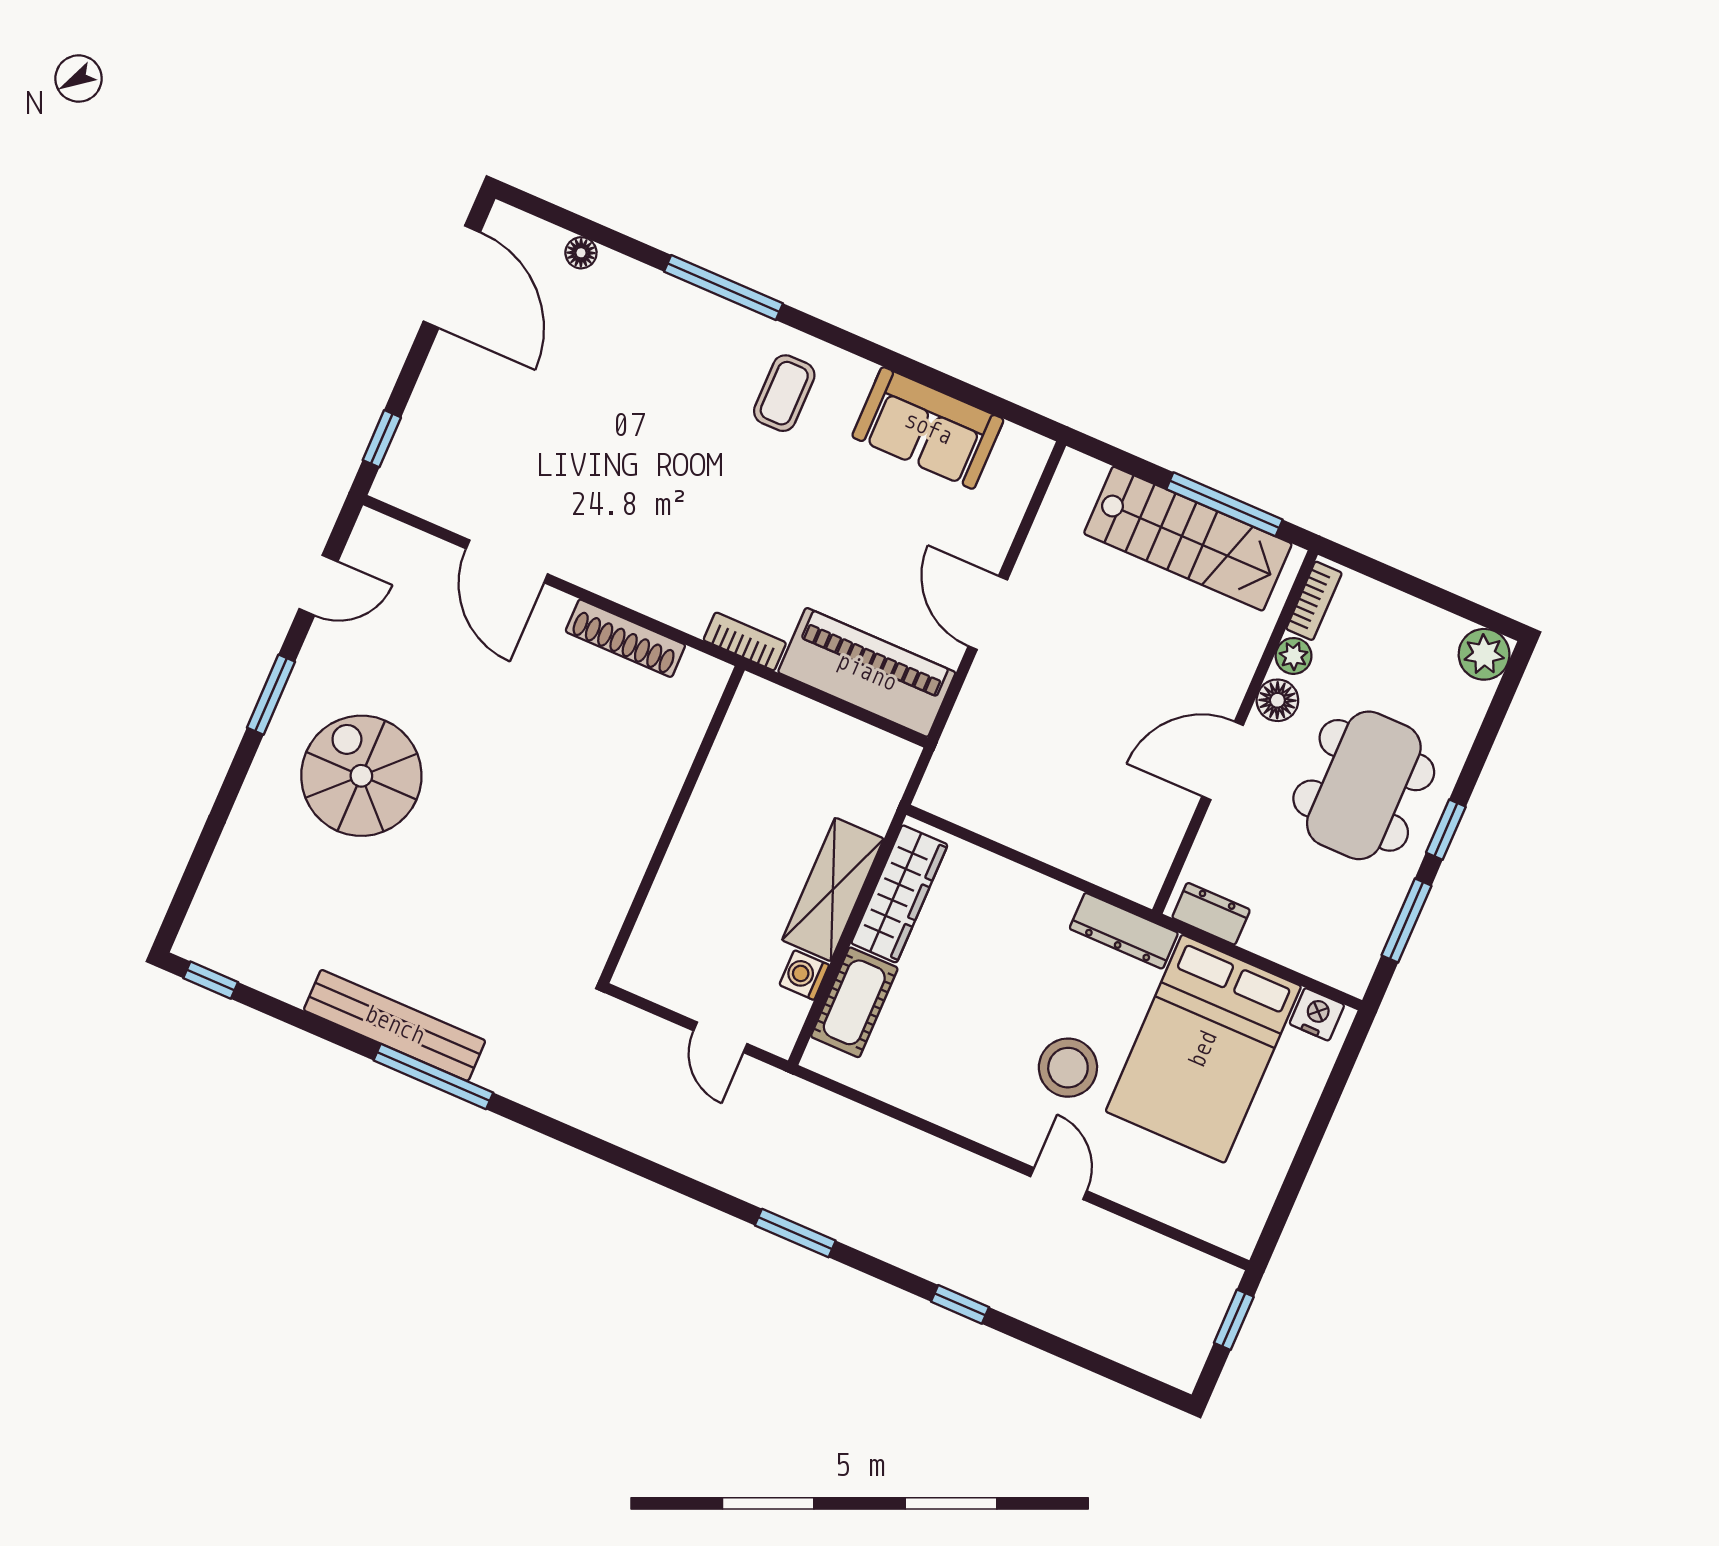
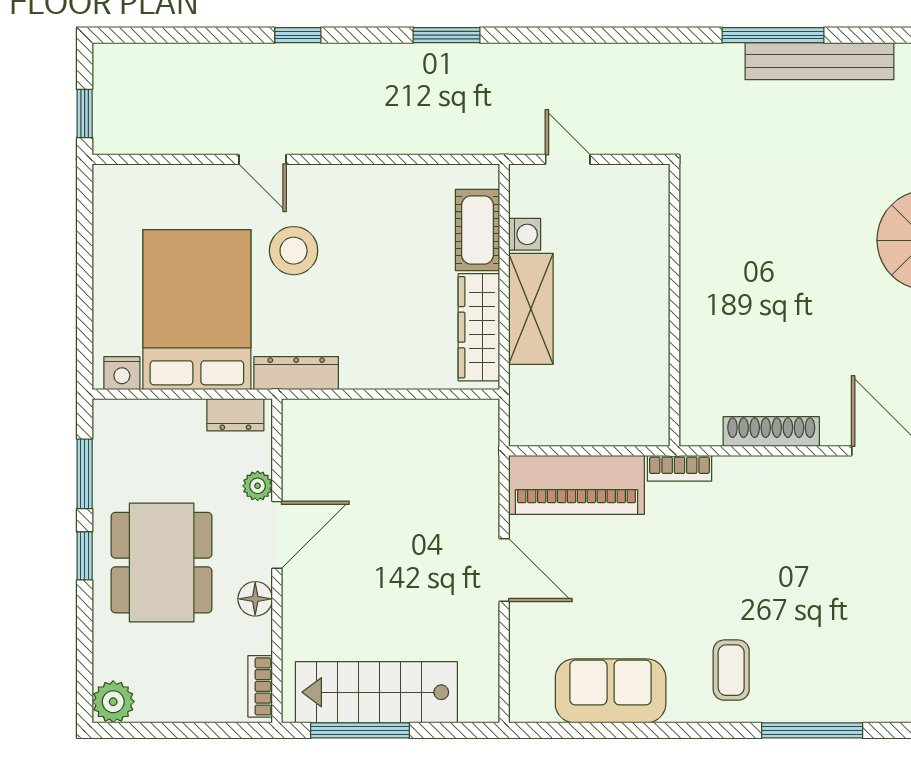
plant: (1294, 656) -> (258, 486), moved

